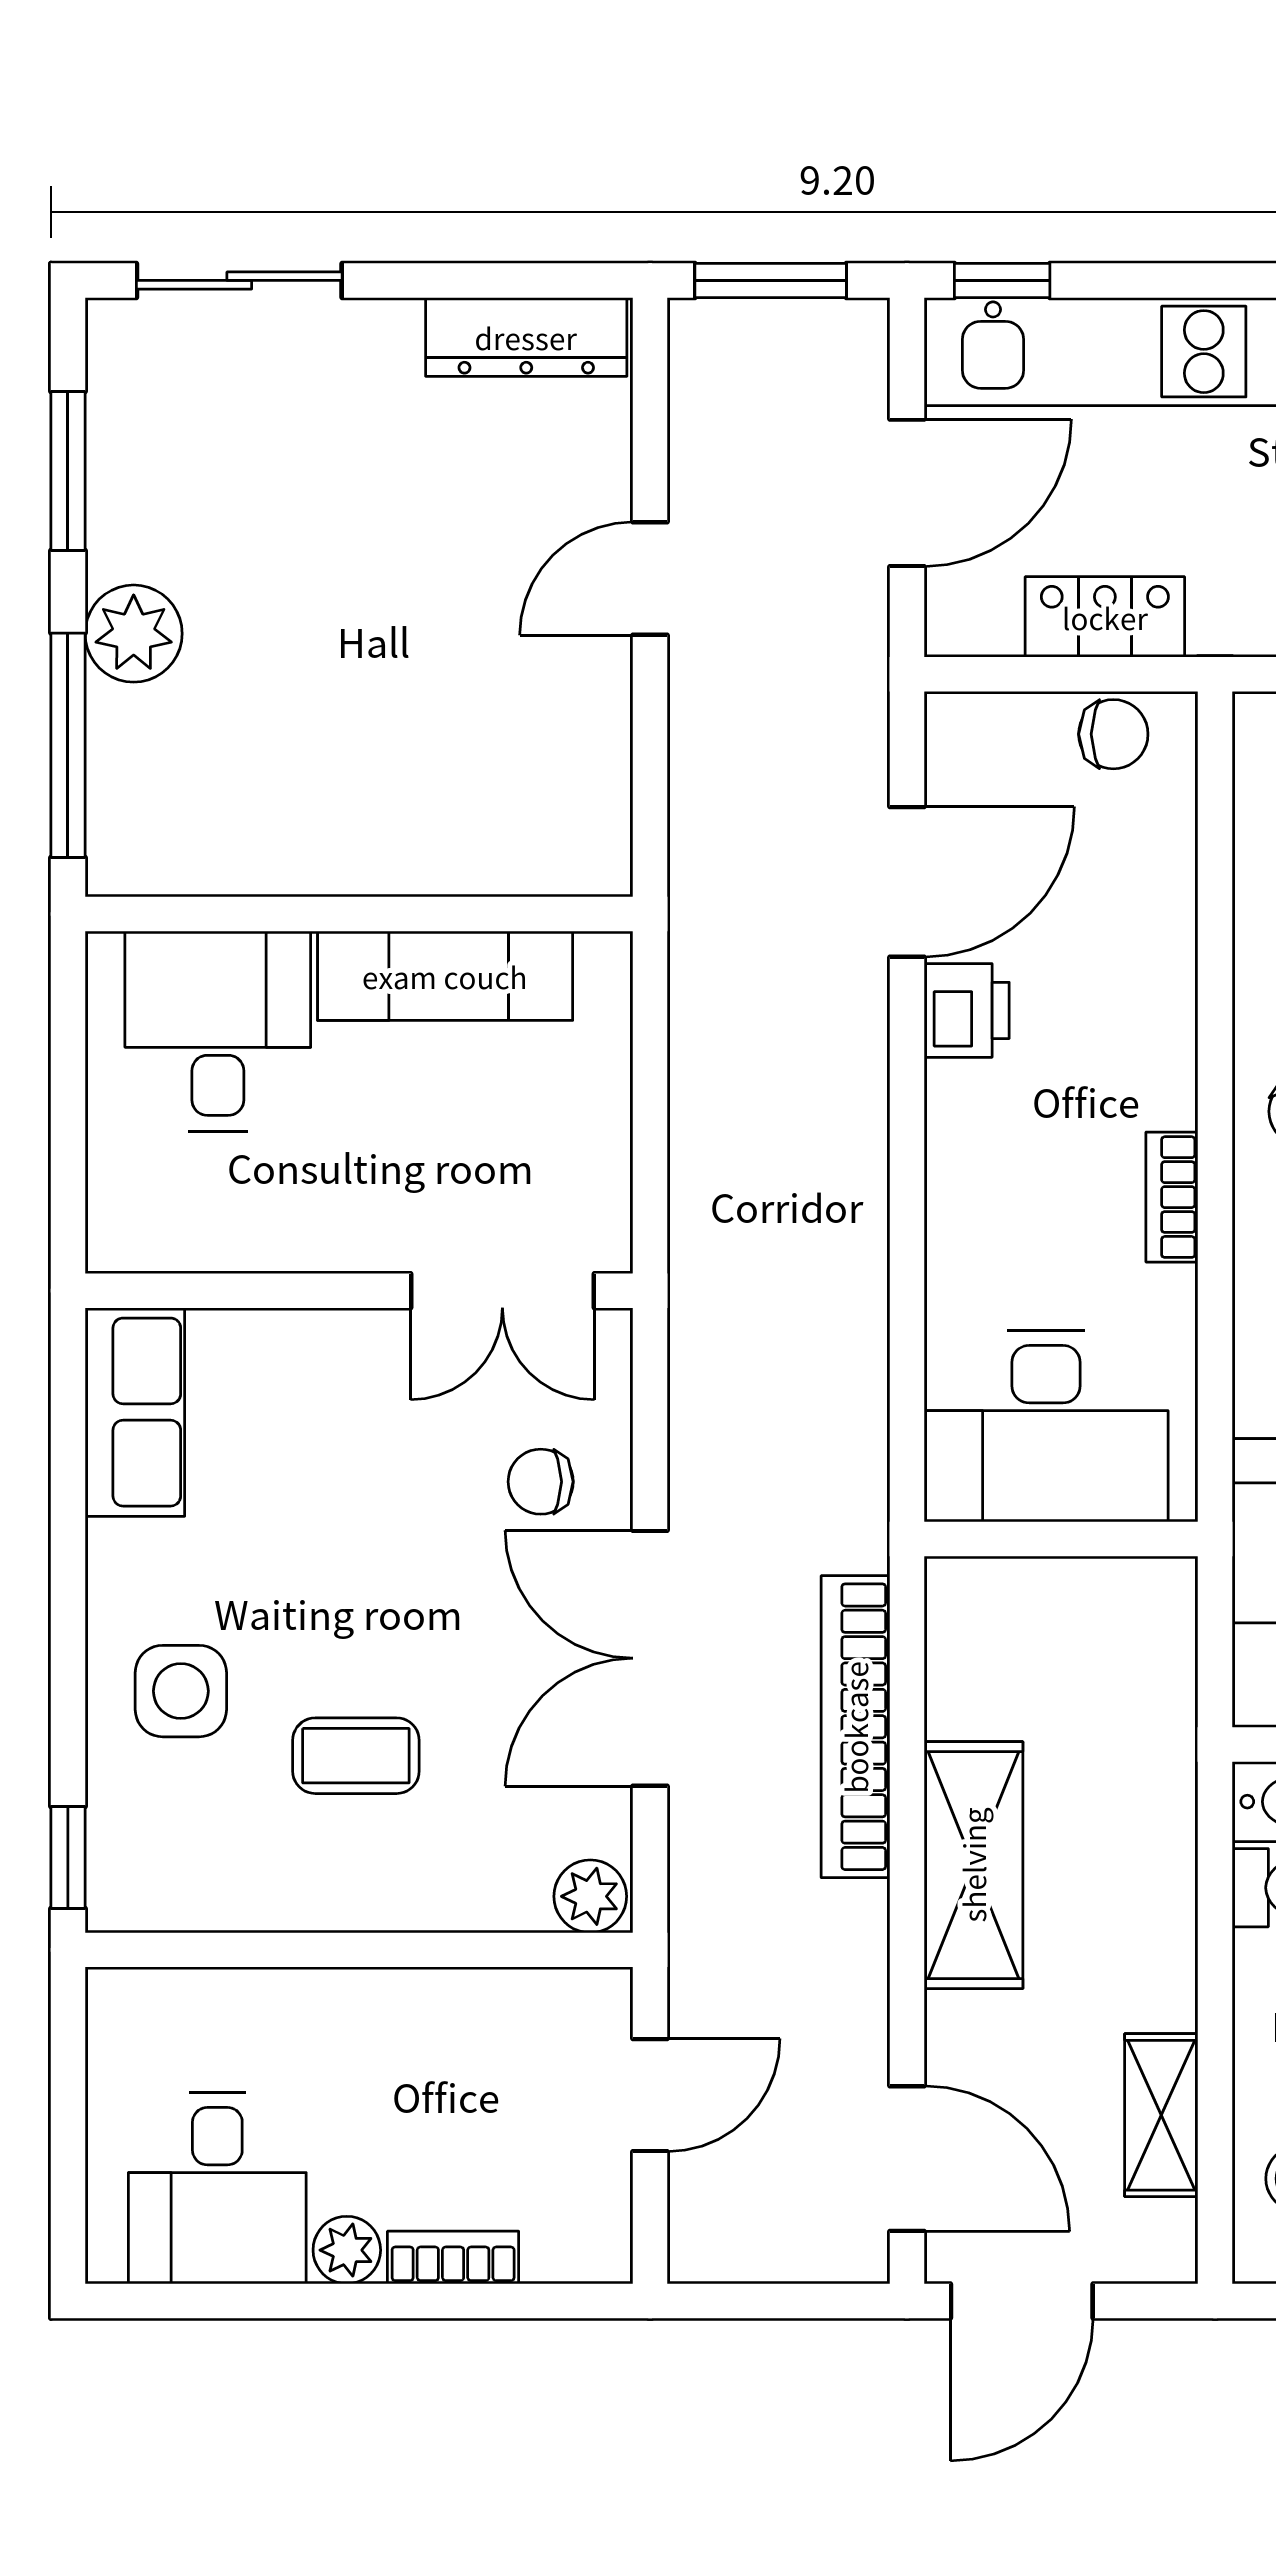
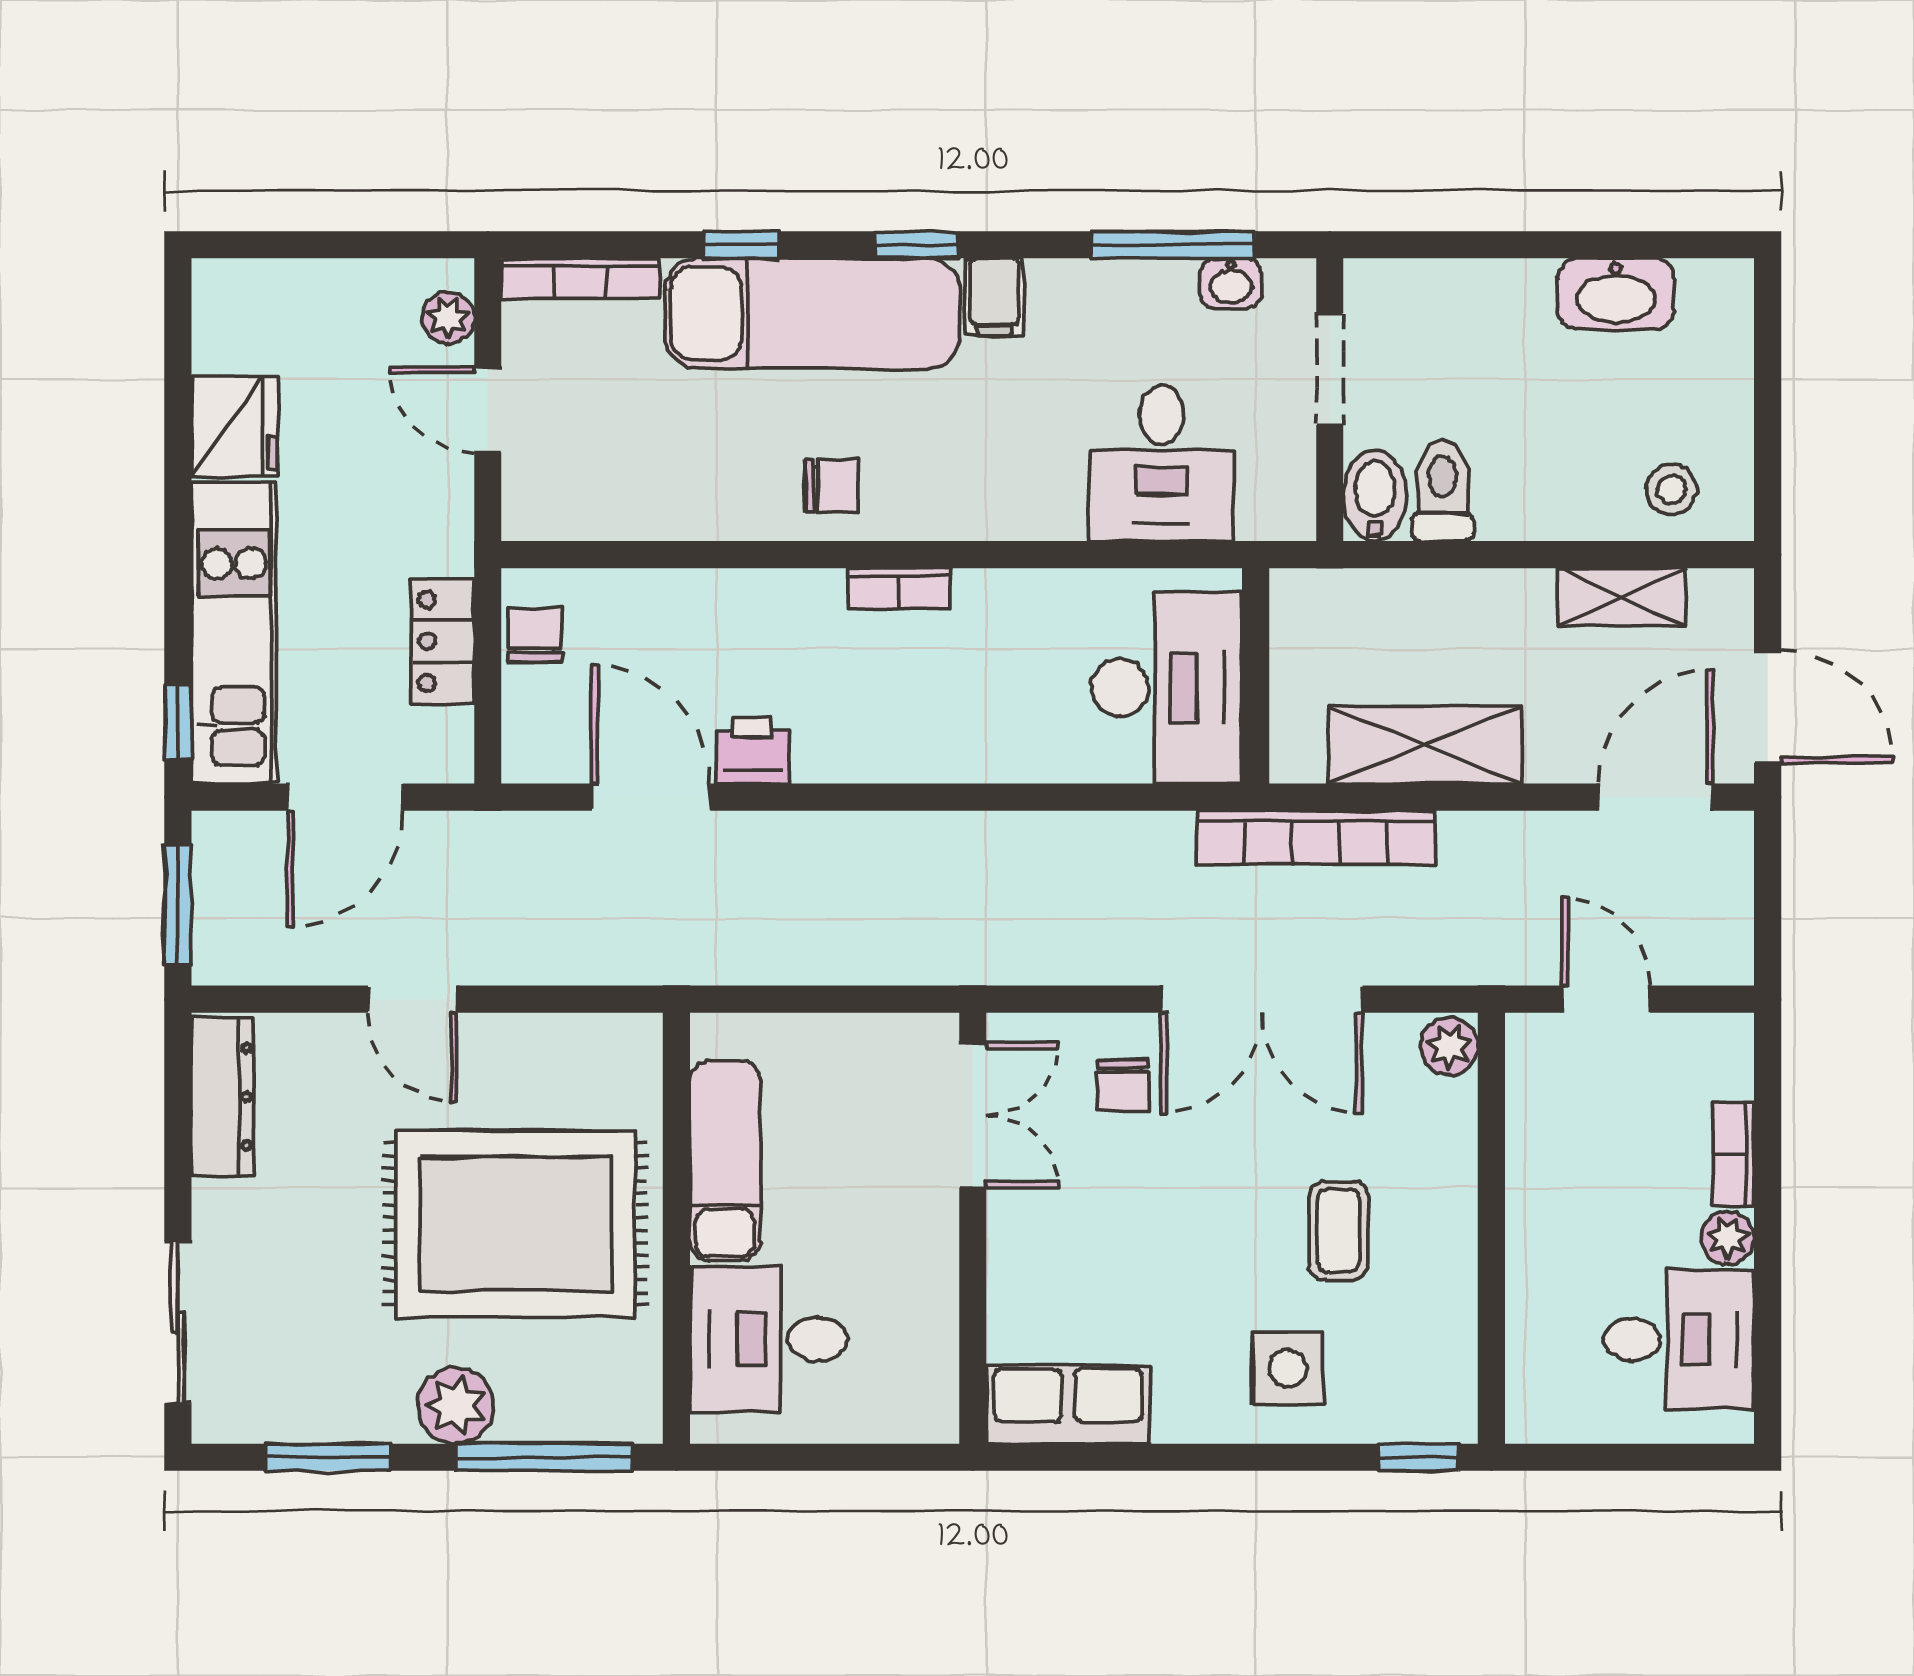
door: (907, 493) -> (345, 797), swing flipped
rug: (365, 709) -> (515, 1224), added
desk: (1046, 1426) -> (1167, 688), moved
wall: (1061, 1539) -> (1256, 676), moved

